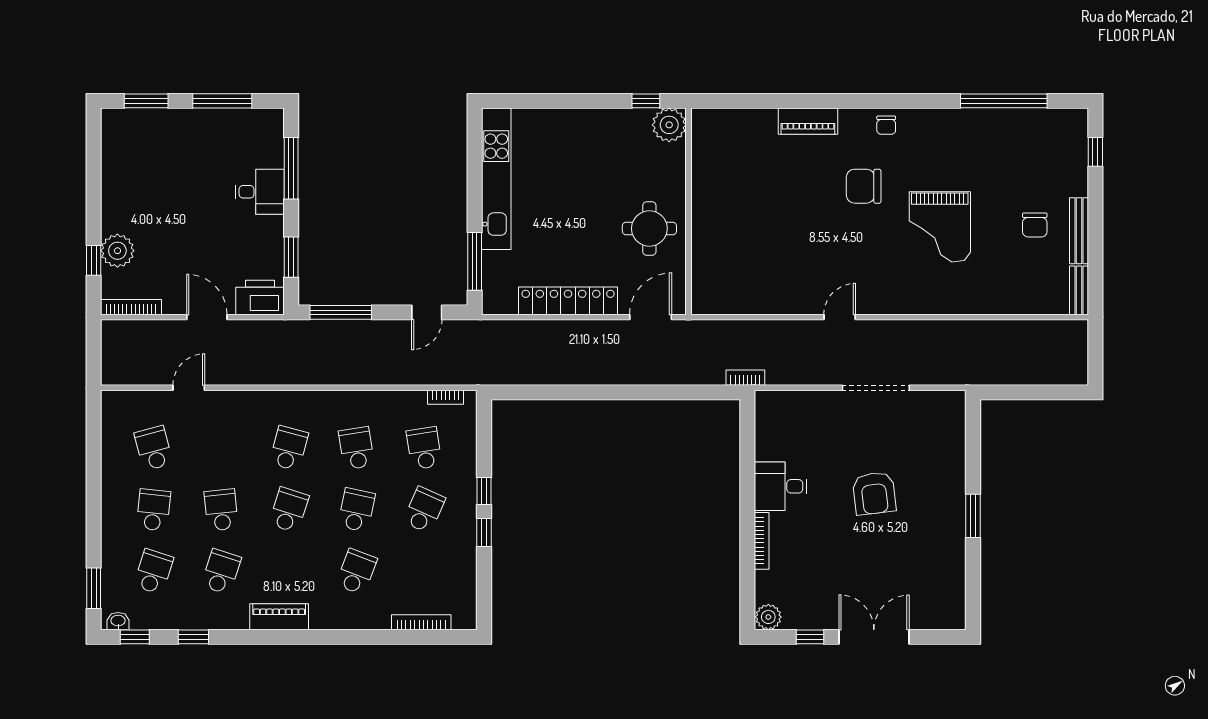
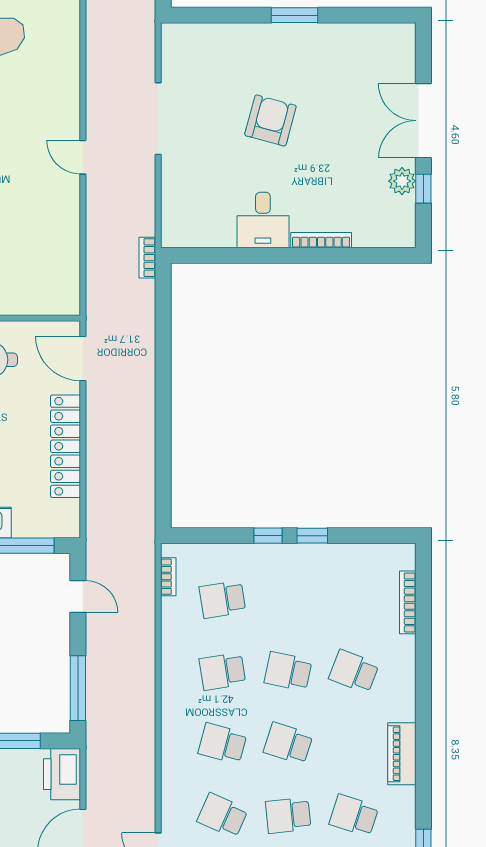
armchair: (874, 493) -> (270, 121), turned -68
school desk: (424, 510) -> (222, 815), moved
plant: (768, 617) -> (402, 181), moved

